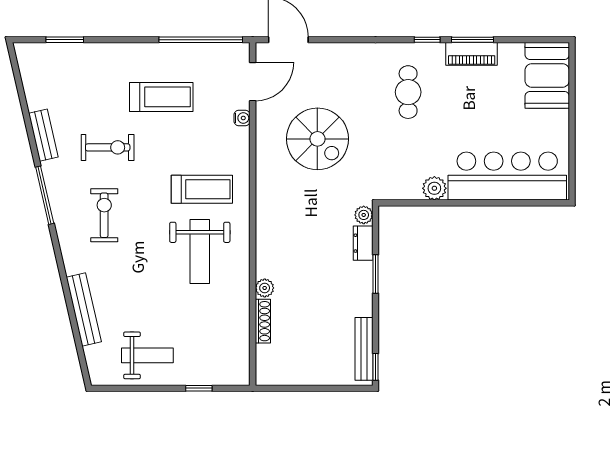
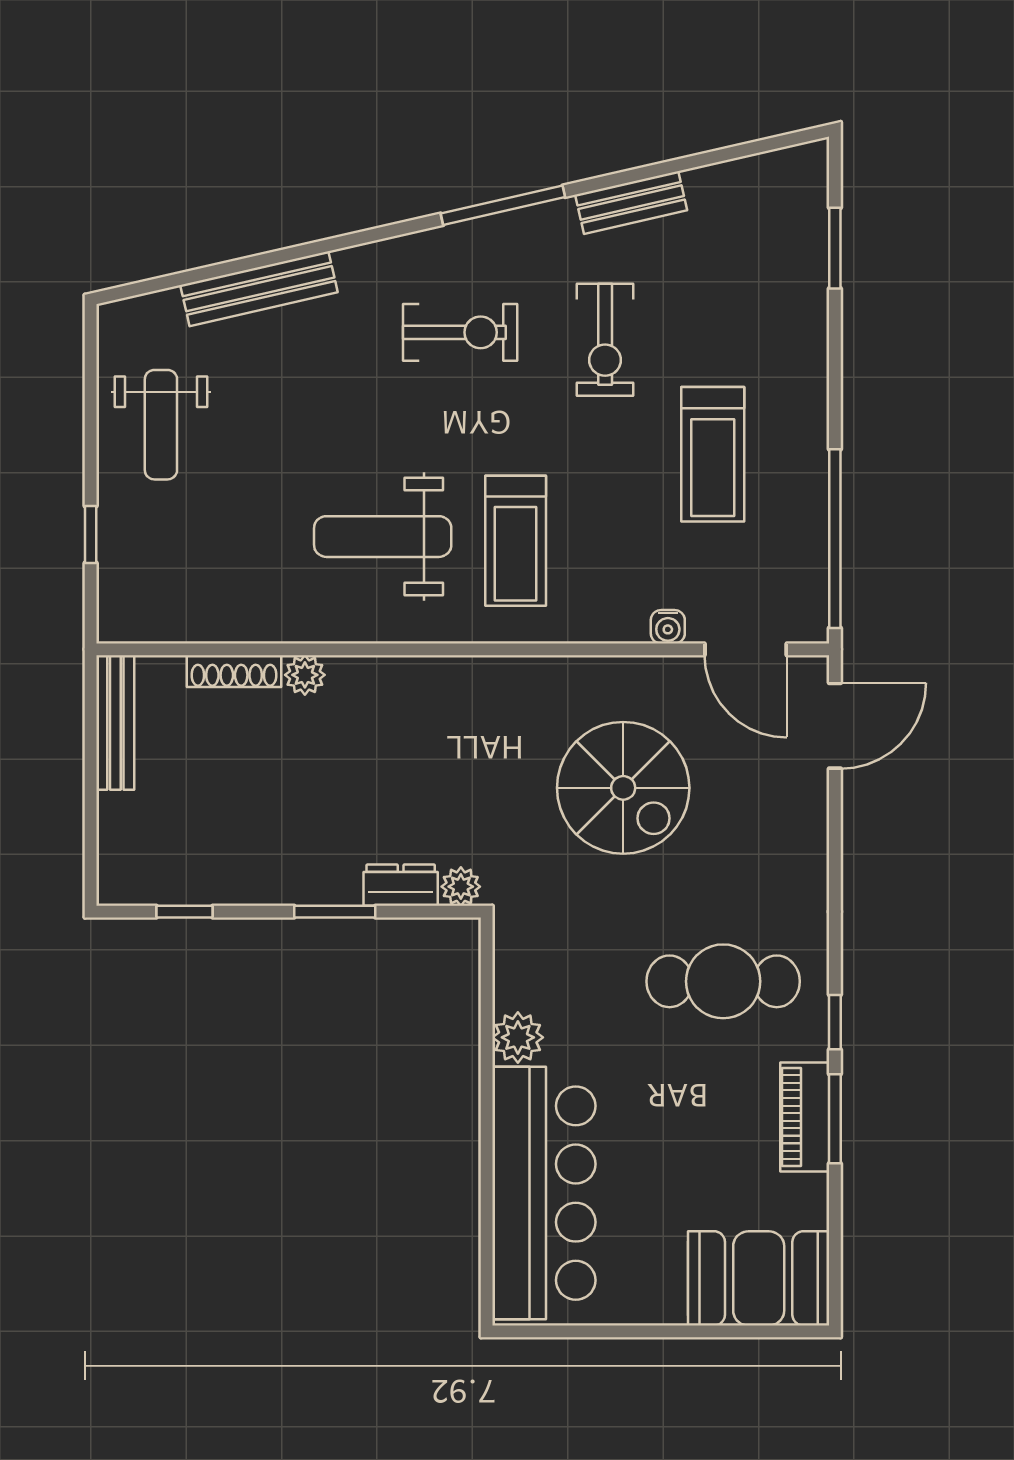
cafe table: (408, 92) -> (723, 981), width x1.37, depth x1.35
spiral stairs: (317, 139) -> (623, 788), turned -90
bench: (364, 349) -> (115, 722), moved, turned 90
window: (375, 367) -> (185, 912), moved

